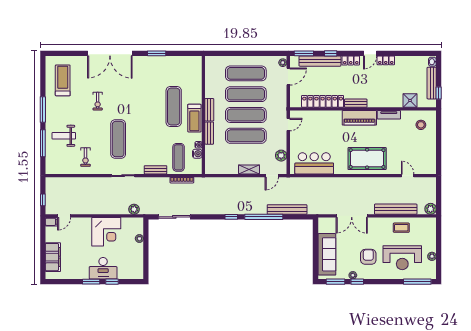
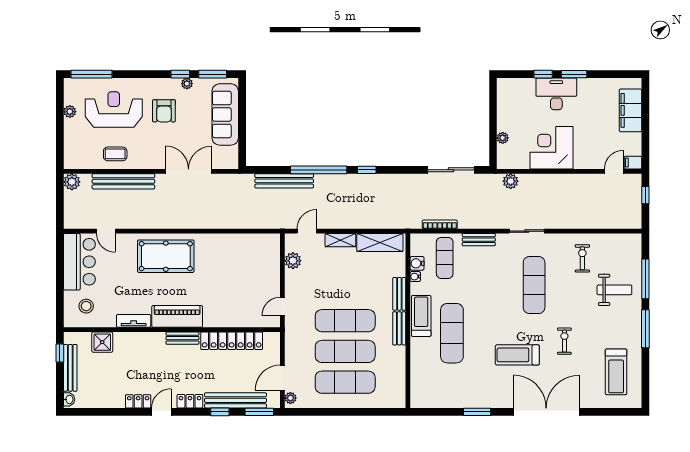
treadmill: (129, 92) -> (517, 355), added
exercise mat: (246, 136) -> (345, 290), removed
bar counter: (314, 163) -> (79, 262), moved, turned -90
shelving: (222, 168) -> (380, 242), added

